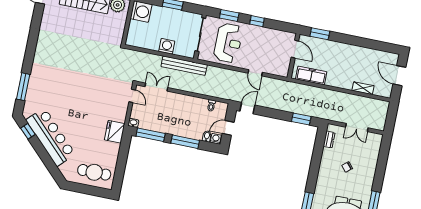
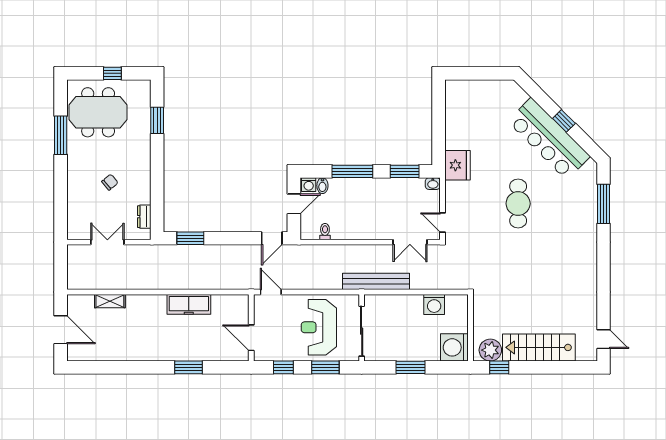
washing machine: (167, 46) -> (434, 304), moved
door: (295, 49) -> (251, 338), moved
wall: (294, 56) -> (251, 328), moved
window: (28, 131) -> (564, 121), moved
window: (151, 135) -> (405, 171), width x0.69
cafe table: (94, 172) -> (518, 204), moved, turned 90

